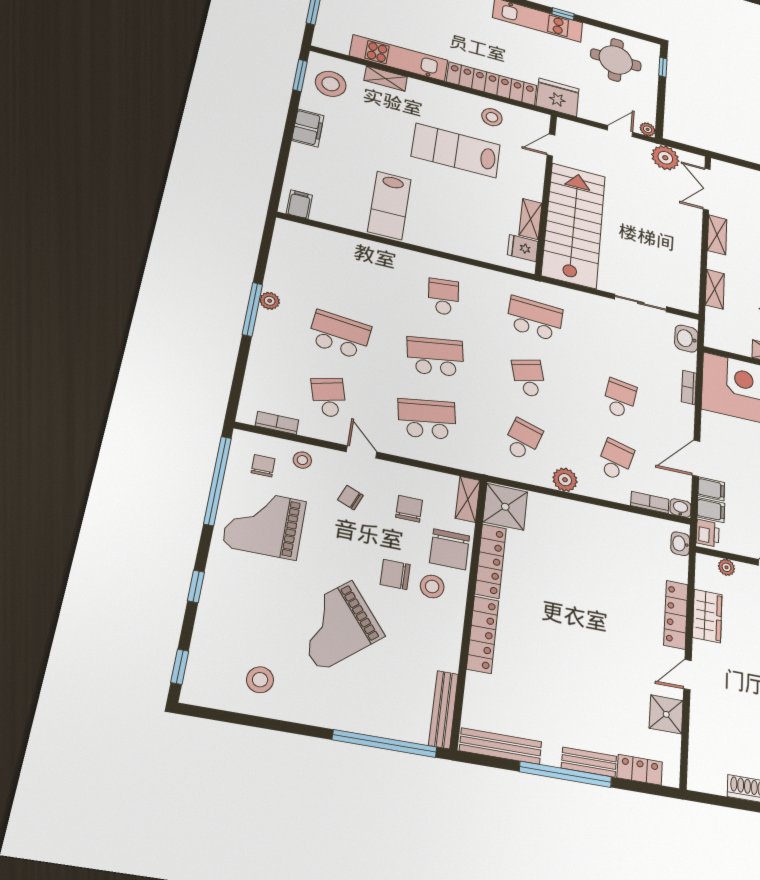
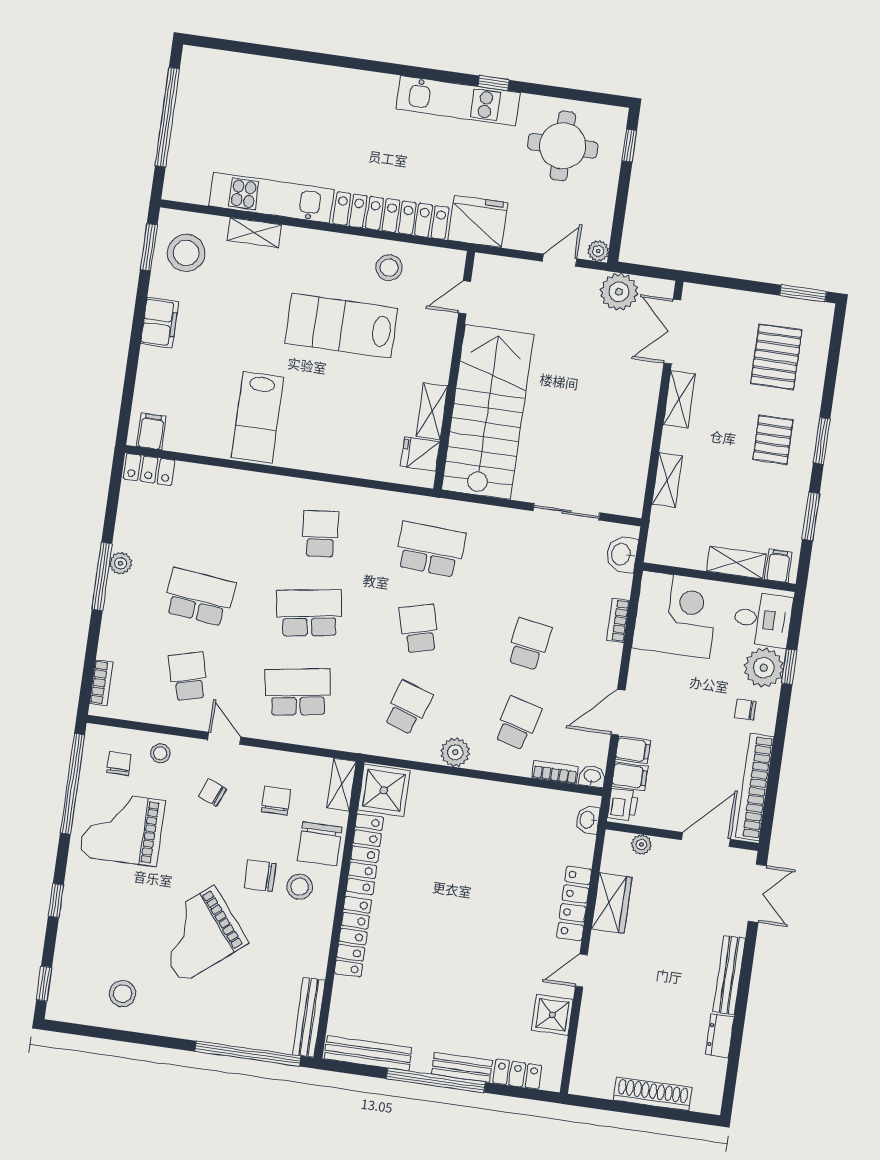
locker: (297, 232) -> (149, 470), added
bookcase: (277, 423) -> (101, 683), moved, turned 90

